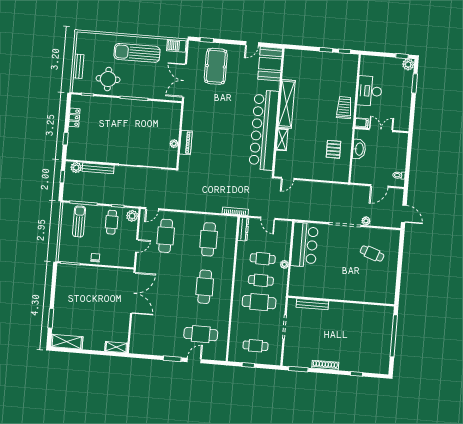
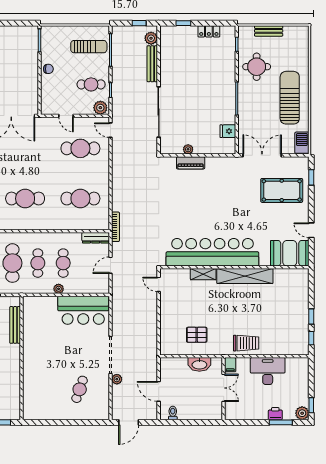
printer: (407, 88) -> (275, 414), added
fridge: (161, 108) -> (228, 131), added

